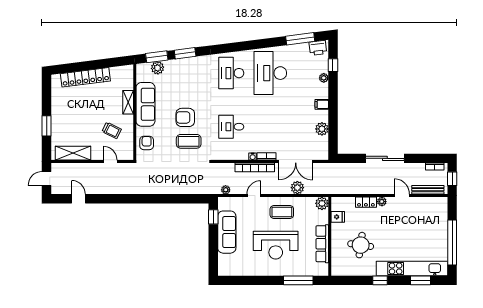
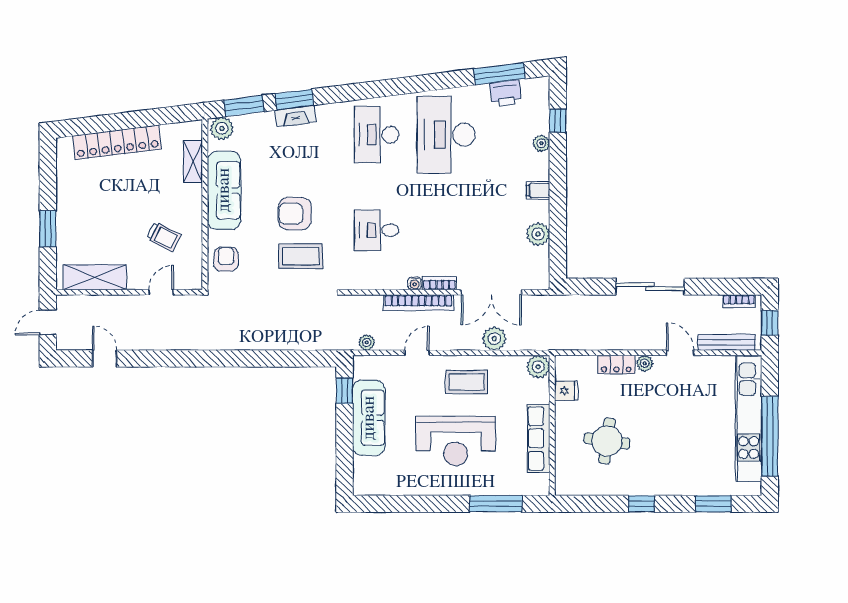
printer: (318, 48) -> (506, 93), moved
fireplace: (186, 63) -> (296, 116), added
plant: (158, 68) -> (222, 128), moved
shelving: (128, 102) -> (193, 162), moved
door: (110, 162) -> (161, 292), hinge flipped
kitchen unit: (412, 269) -> (749, 418), moved, turned -90

